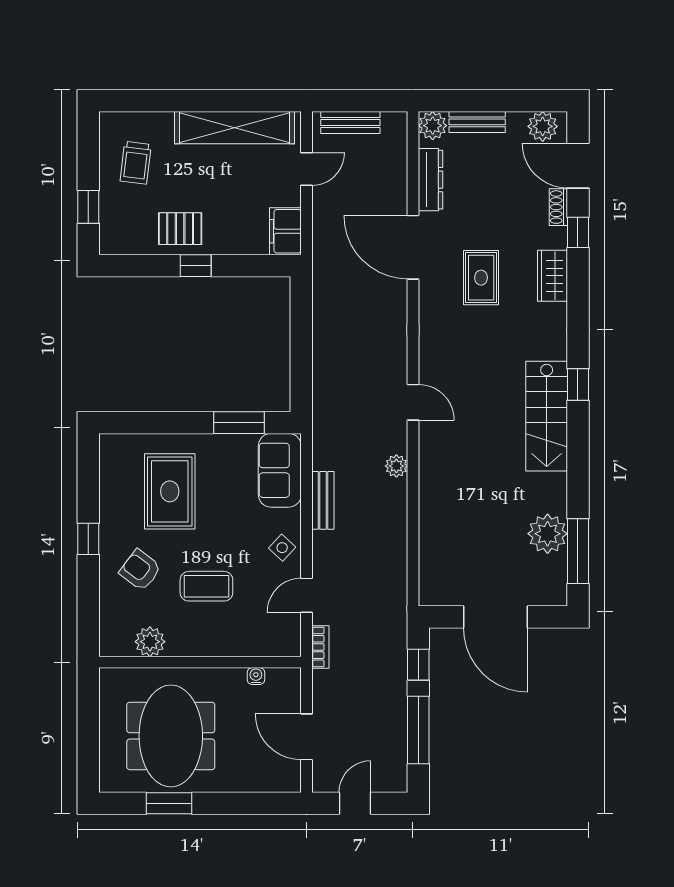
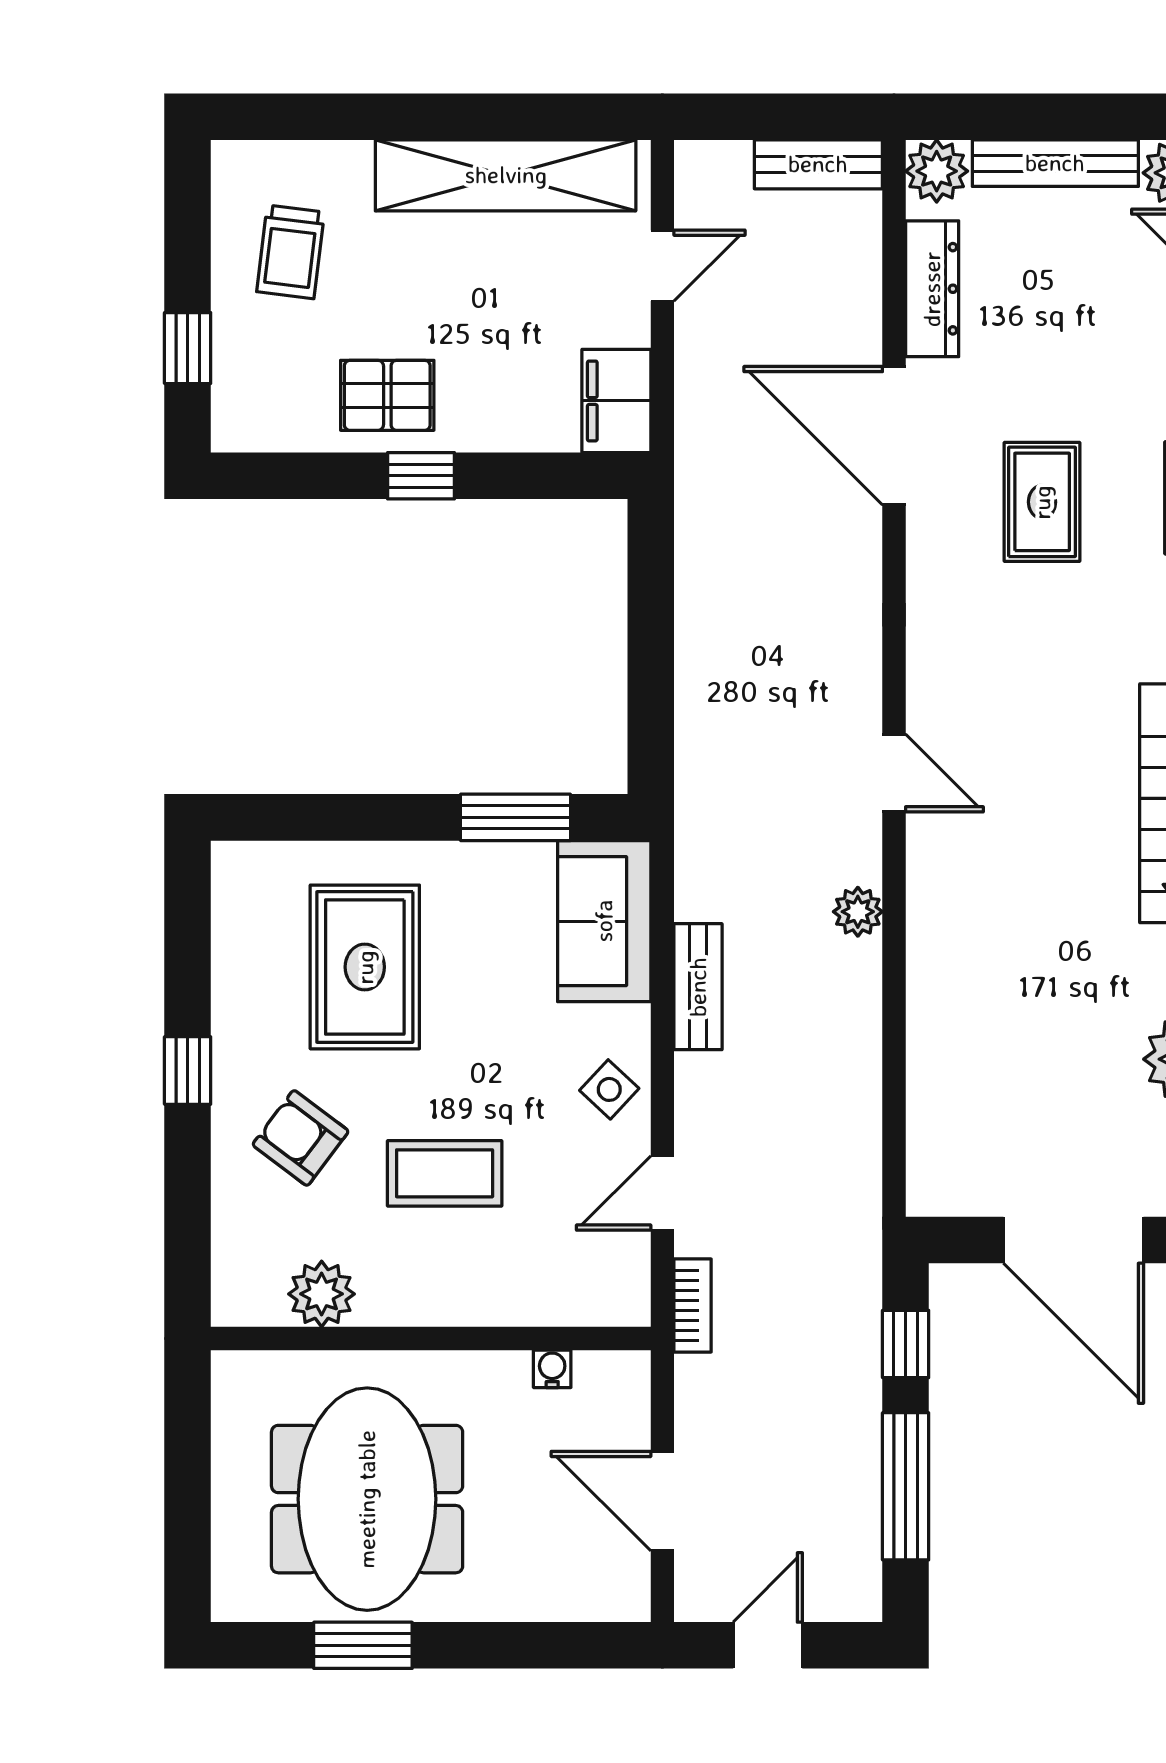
bench: (350, 122) -> (818, 164), moved
bench: (477, 122) -> (1055, 163), width x1.36

